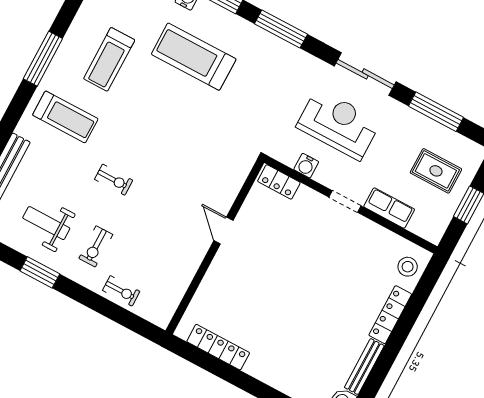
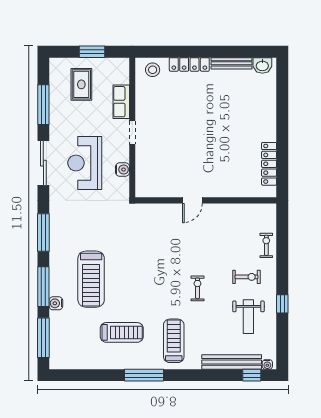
locker: (279, 182) -> (142, 181), removed
window: (40, 272) -> (282, 304), width x0.67

